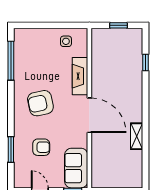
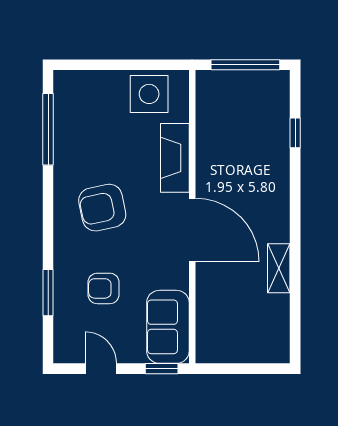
window: (118, 25) -> (245, 65), width x2.17
side table: (66, 41) -> (149, 94), width x1.87, depth x1.87
armchair: (41, 147) -> (104, 288), turned 180

